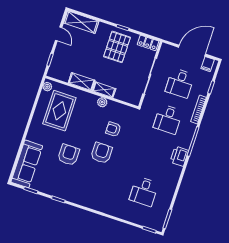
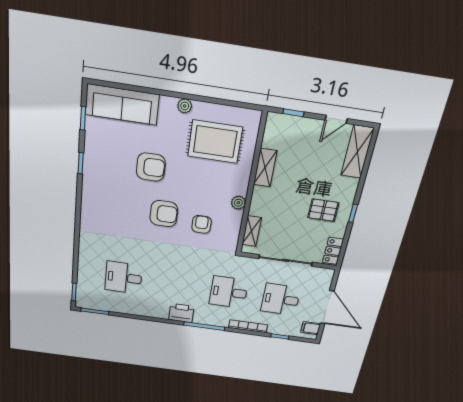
pallet: (117, 47) -> (323, 210), width x0.67, depth x0.71
plant: (47, 87) -> (185, 106), moved
shelving: (104, 90) -> (252, 231), moved

